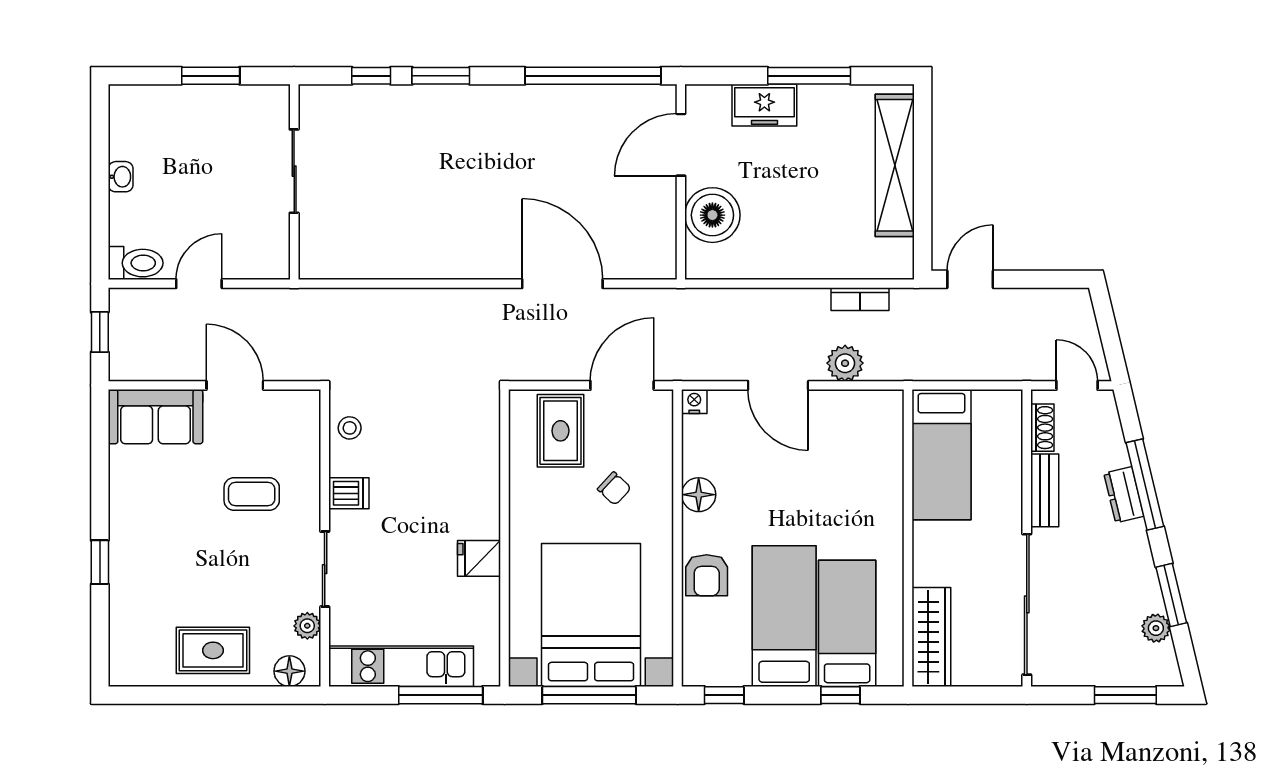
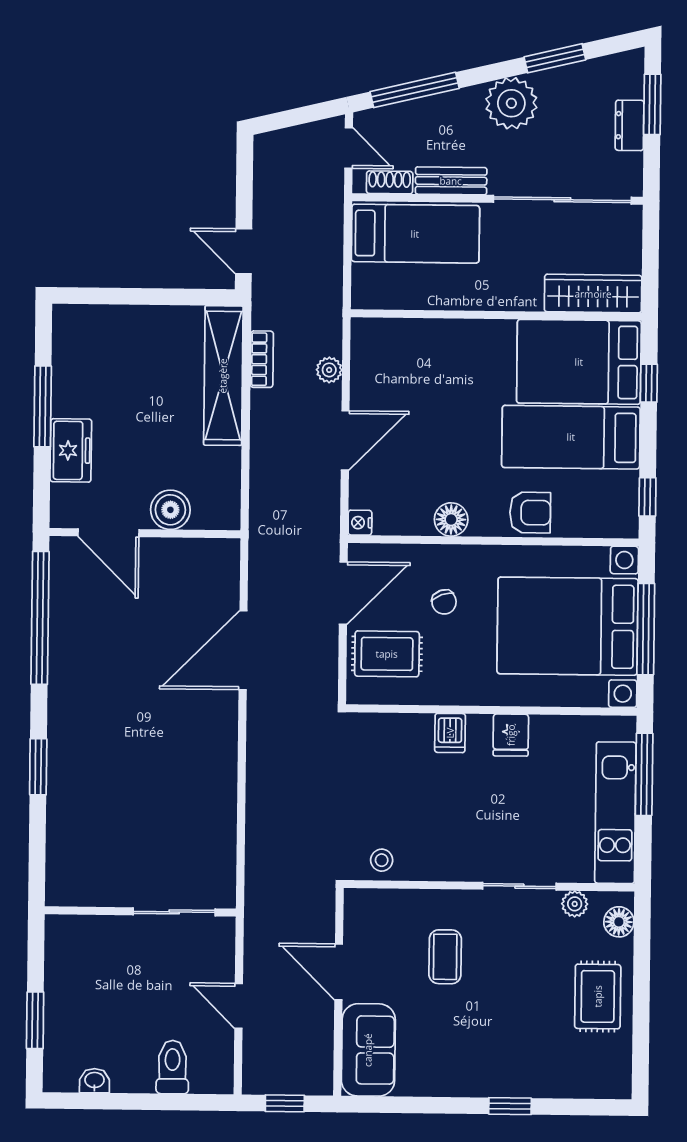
window: (211, 76) -> (35, 1020), moved
window: (371, 76) -> (37, 835), removed
shelving: (895, 165) -> (223, 376), moved, turned 90
sliding door: (294, 171) -> (174, 912), moved
washbasin: (121, 177) -> (95, 1081), moved
boiler: (712, 215) -> (170, 510), width x0.73, depth x0.73
toilet: (136, 263) -> (172, 1067), moved
plant: (845, 363) -> (329, 370), width x0.73, depth x0.73
door: (235, 385) -> (339, 972), hinge flipped
door: (622, 385) -> (343, 593), swing flipped
door: (1077, 385) -> (349, 148), swing flipped
bed: (941, 455) -> (415, 234), moved
window: (1145, 484) -> (415, 90), moved
chair: (614, 489) -> (444, 602), turned 117
dishwasher: (349, 493) -> (450, 733), moved, turned 180
dresser: (1124, 495) -> (630, 125), moved, turned 103
bed: (847, 623) -> (579, 362), width x1.50
plant: (1156, 628) -> (511, 103), moved, width x1.88, depth x1.88

